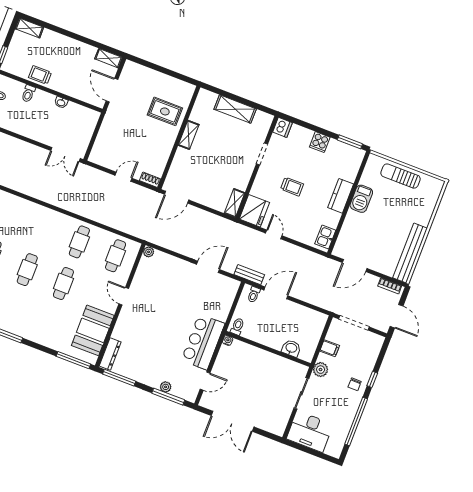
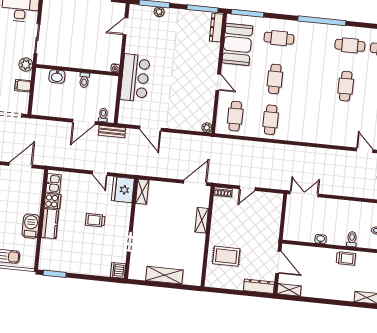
dresser: (139, 71) -> (259, 286), added
shelving: (189, 135) -> (202, 220), moved
cooker: (320, 142) -> (53, 201), moved, turned 90
door: (208, 267) -> (150, 129), hinge flipped
cafe table: (27, 270) -> (279, 38), moved, turned 90
toilet: (237, 326) -> (84, 80), moved
bar counter: (203, 342) -> (135, 78), moved

